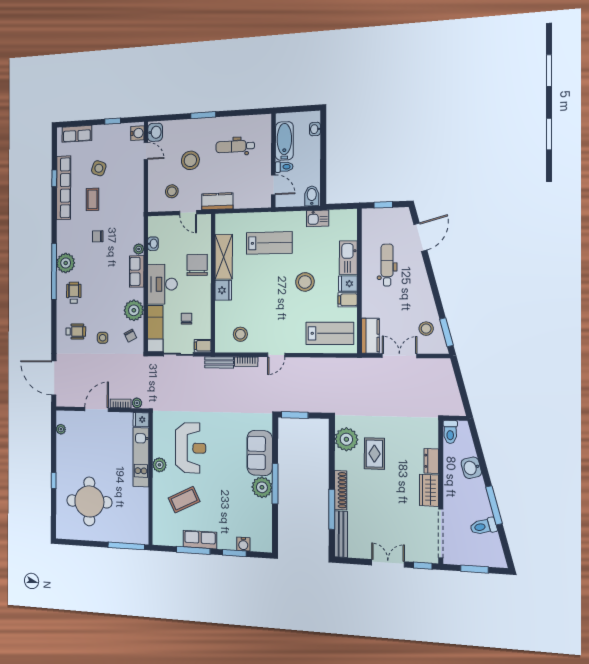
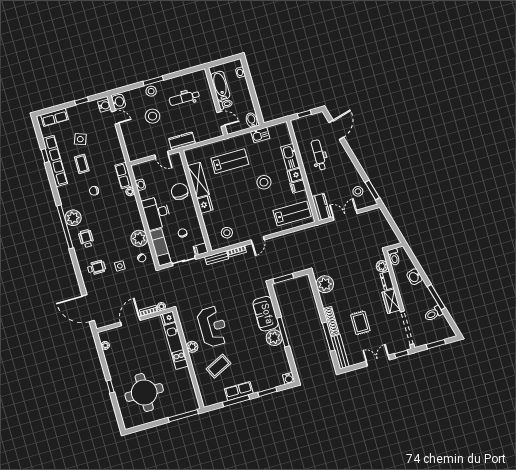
stool: (172, 191) -> (151, 91), moved
row of seats: (137, 271) -> (124, 175), moved
plant: (430, 439) -> (382, 266), added
rug: (374, 454) -> (360, 323), moved
water cooler: (243, 544) -> (289, 378), moved

